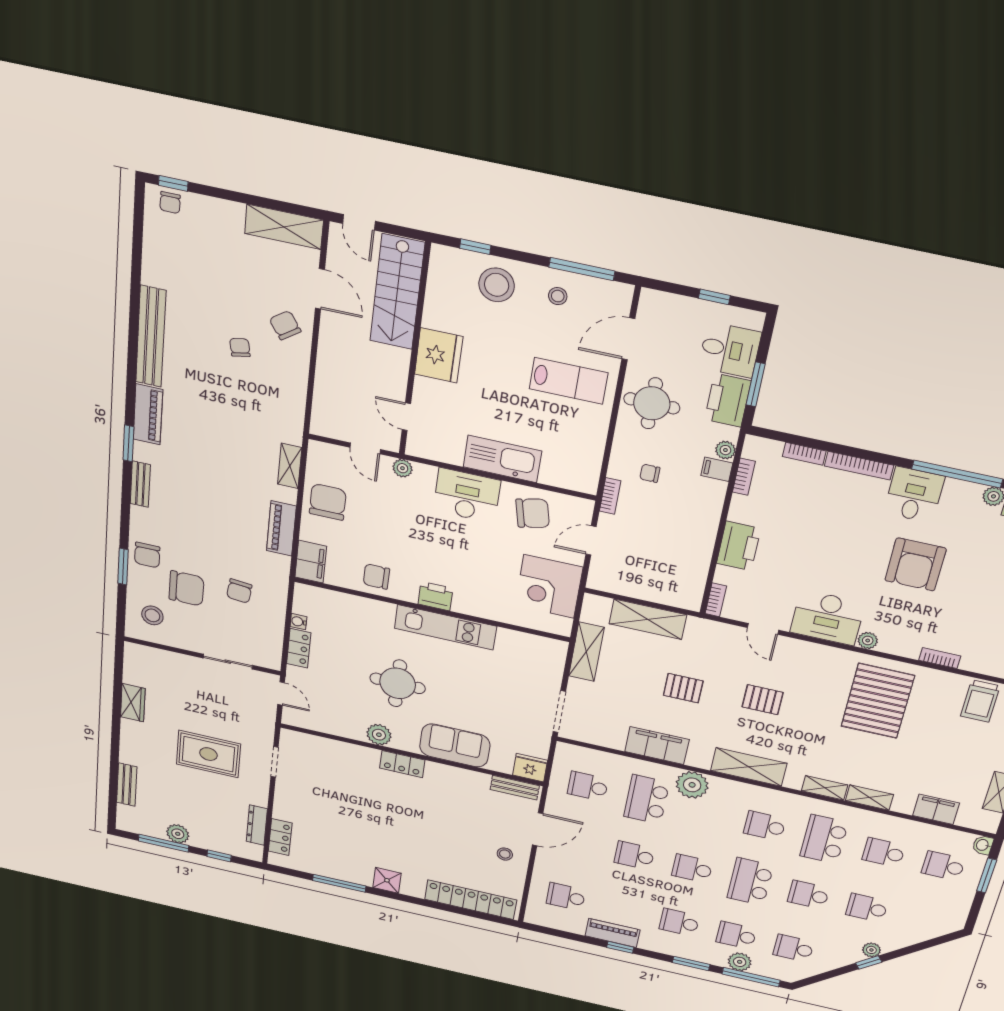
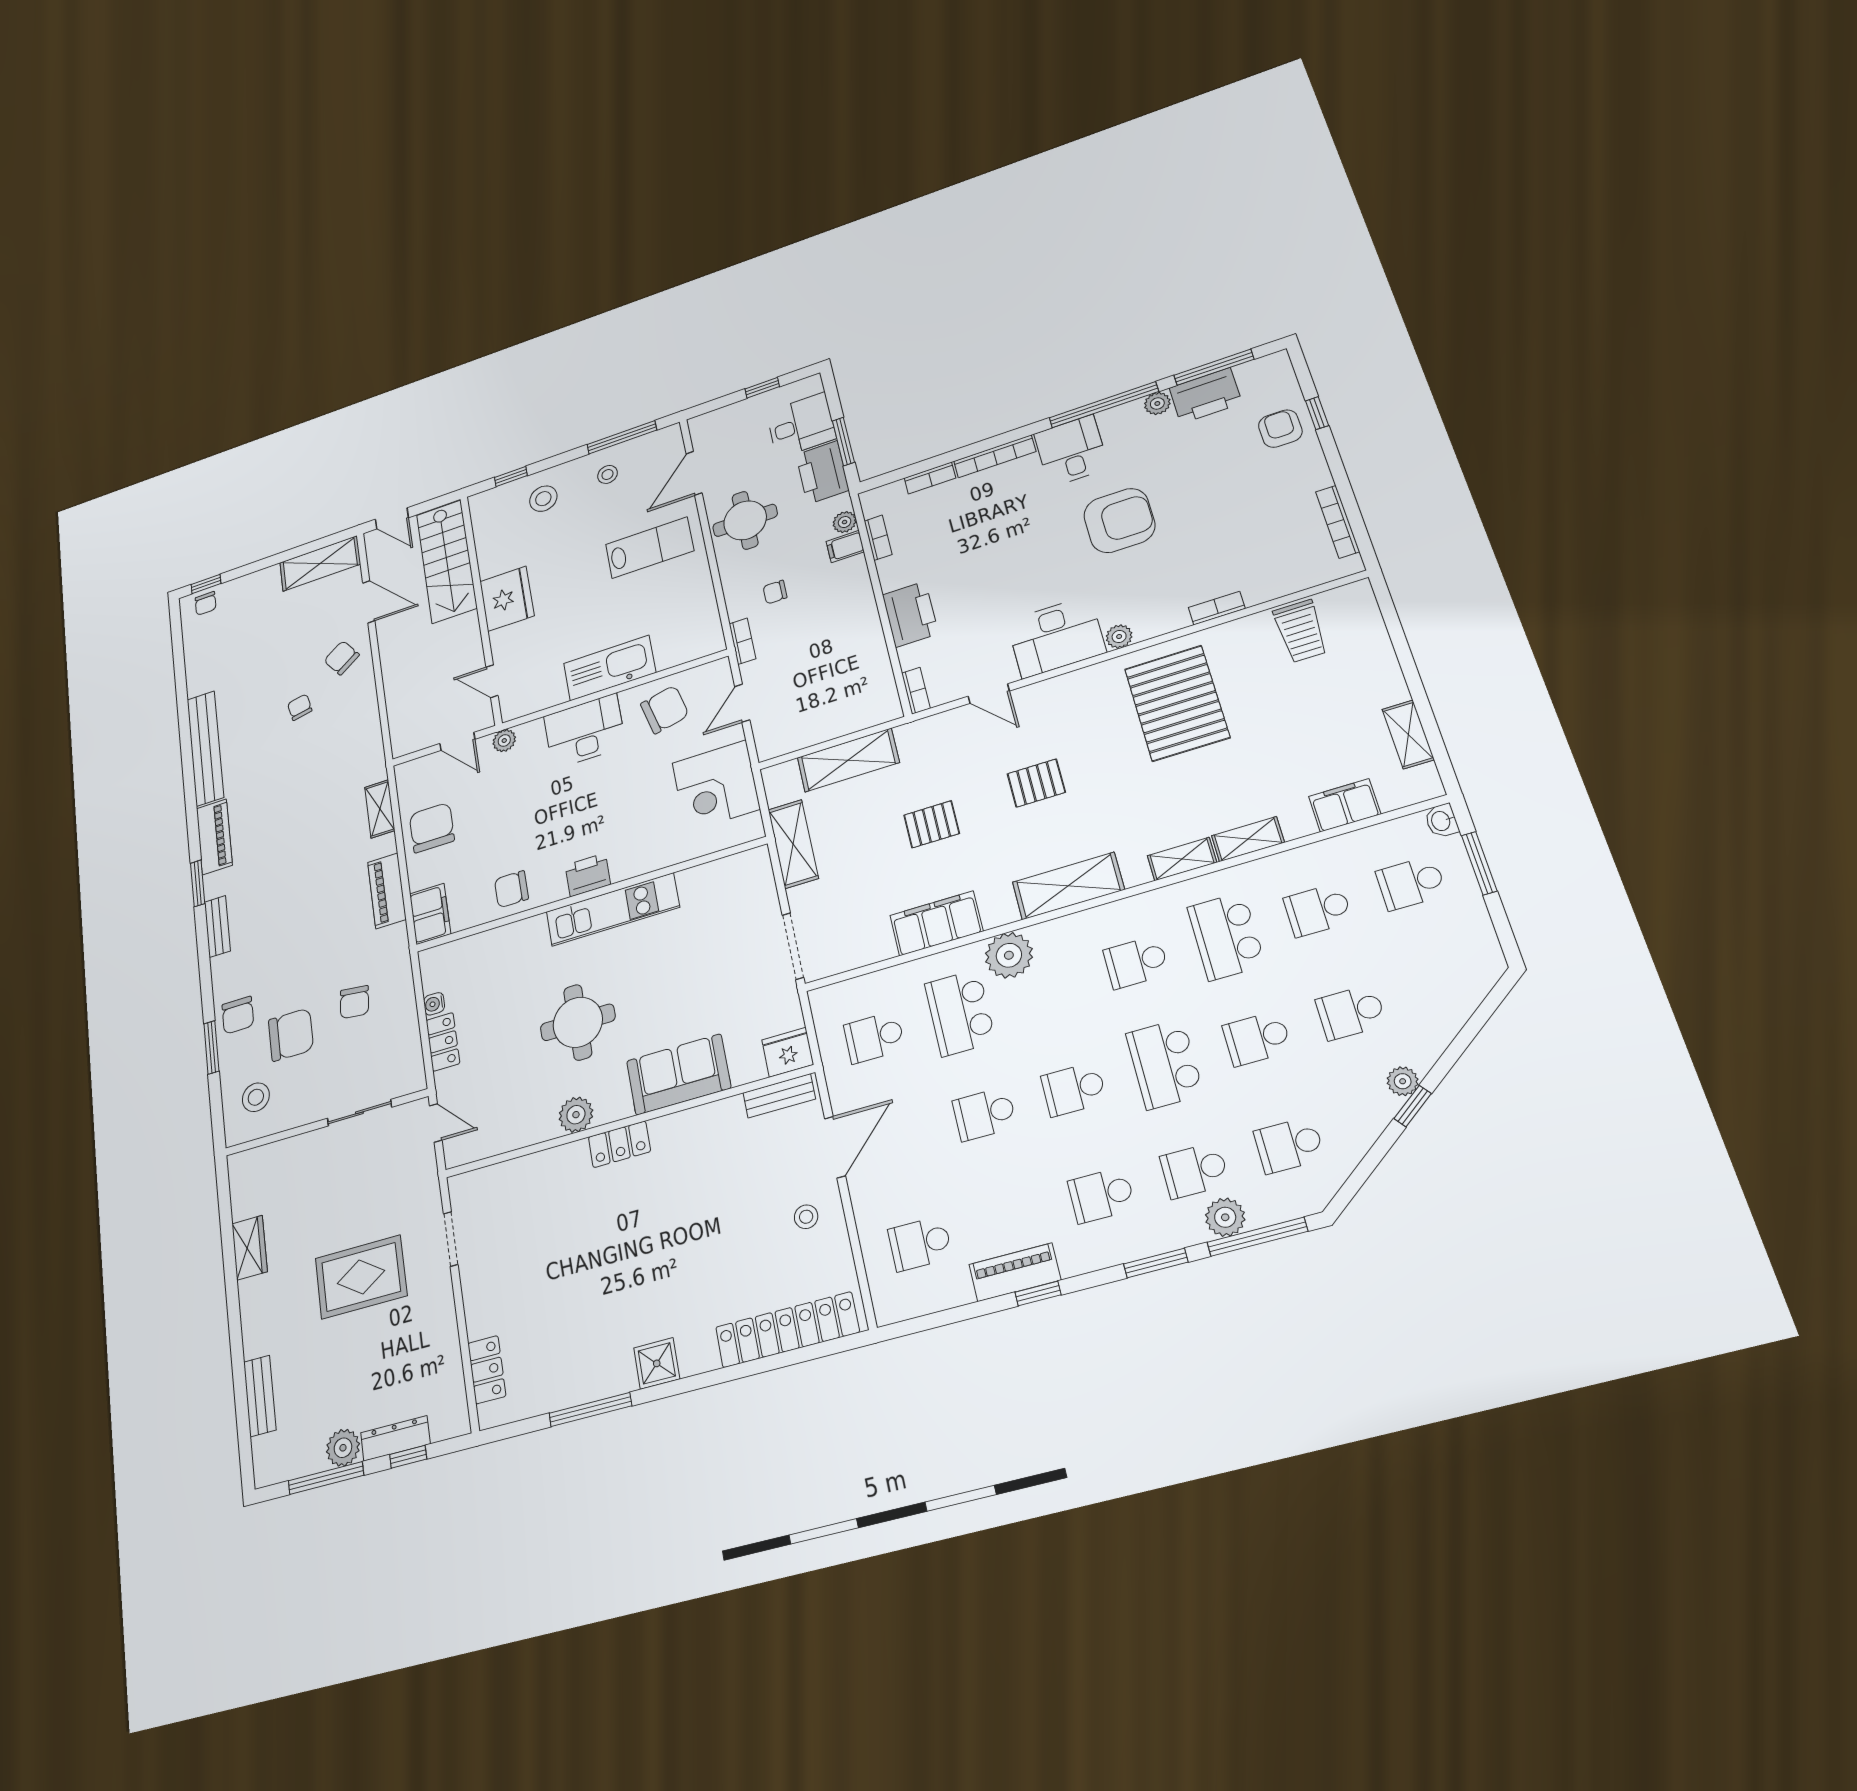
stool: (497, 285) -> (543, 499), width x0.73, depth x0.73
armchair: (915, 564) -> (1119, 520), turned -90
dresser: (257, 825) -> (395, 1438), moved, turned 90

